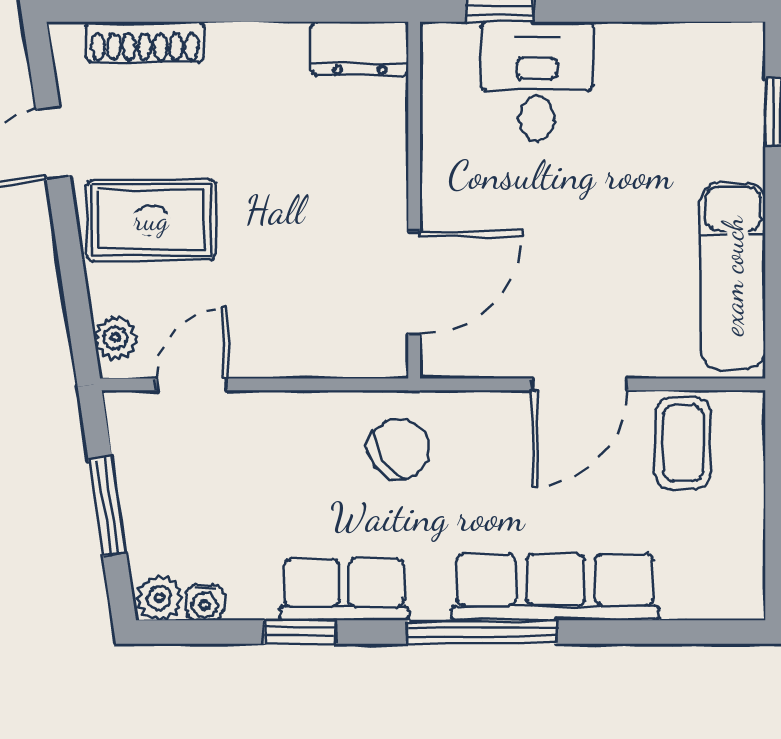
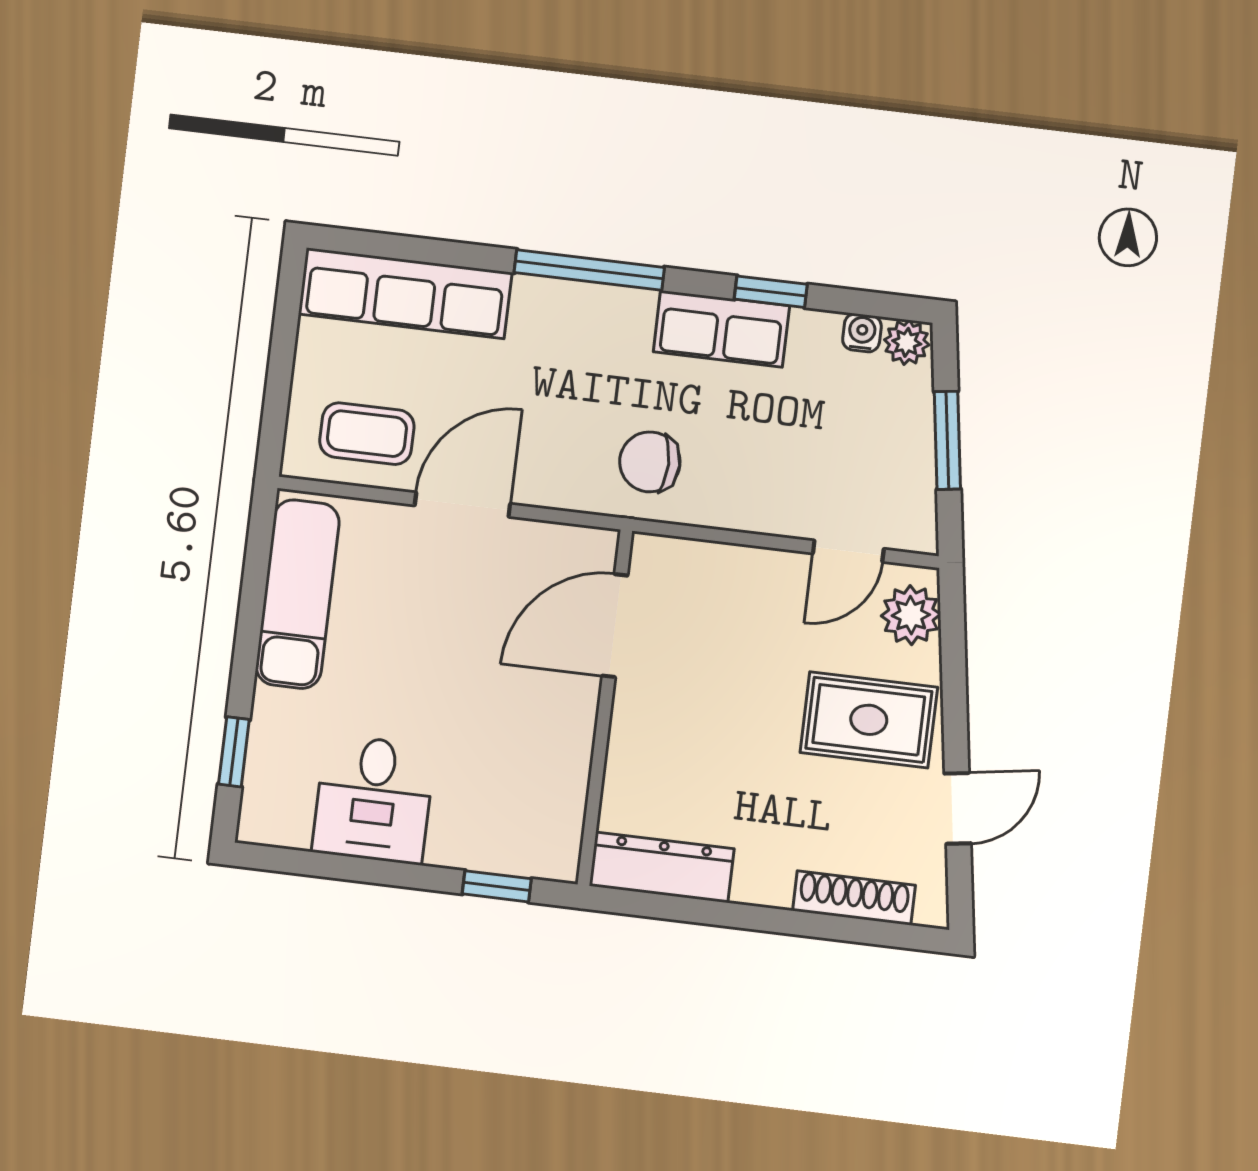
dresser: (360, 49) -> (662, 867), width x1.44
desk: (537, 81) -> (374, 799), moved
plant: (116, 338) -> (911, 615), width x1.38, depth x1.38
coffee table: (683, 443) -> (367, 434), turned 90
chair: (399, 449) -> (650, 462), turned 33
row of seats: (555, 587) -> (405, 293), moved

